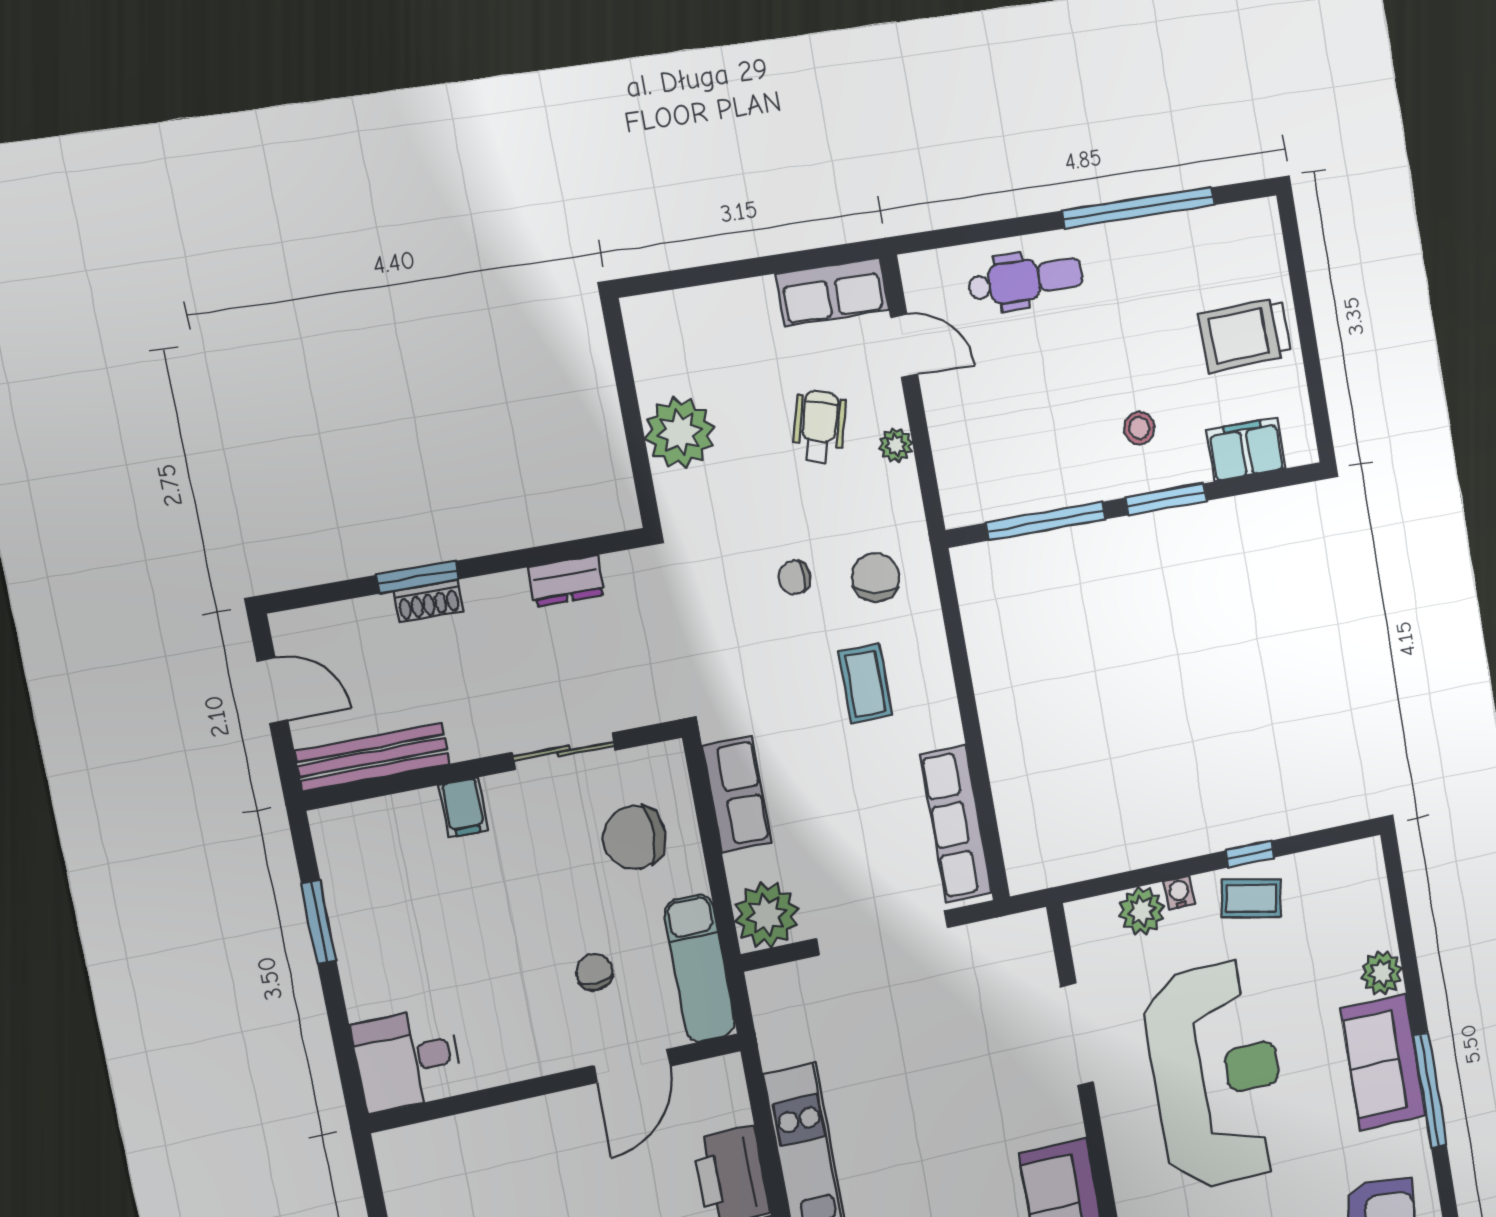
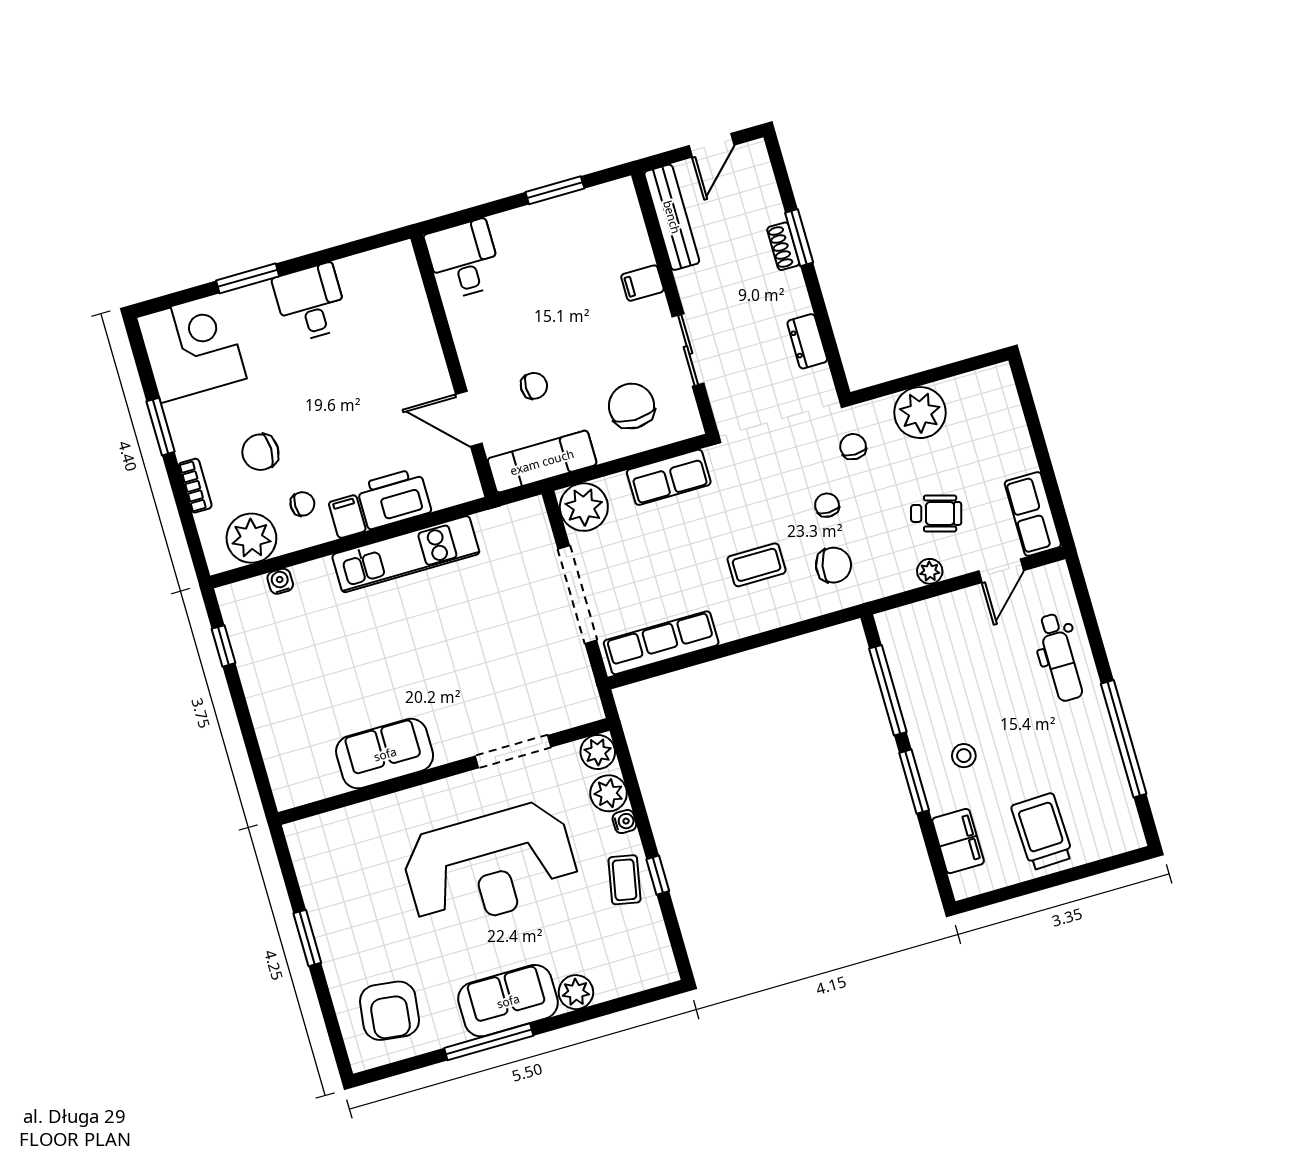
chair: (718, 532) -> (853, 447), added
plant: (1088, 921) -> (598, 752), added

